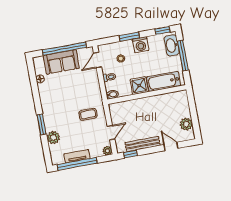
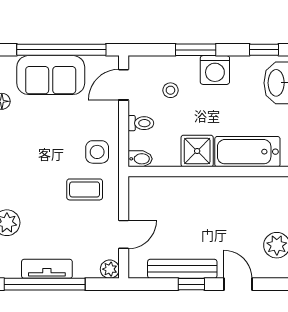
side table: (91, 95) -> (97, 152), added
window: (130, 154) -> (191, 284), moved

